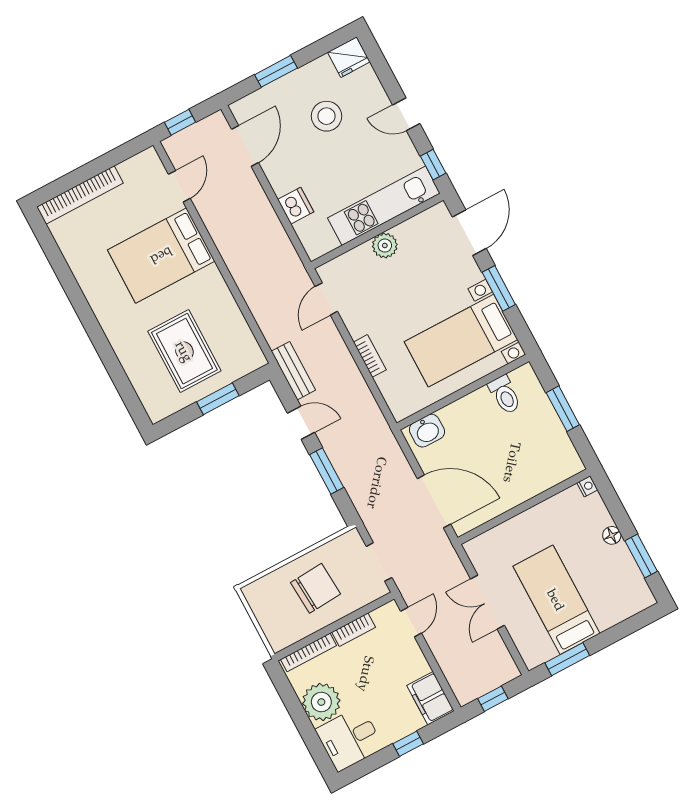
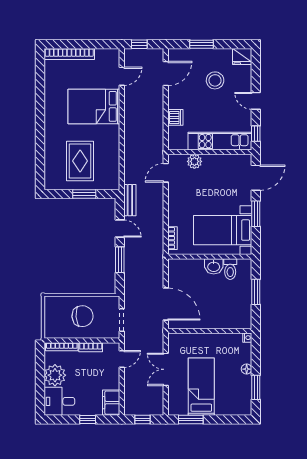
plant: (385, 246) -> (194, 161), moved
bookcase: (370, 356) -> (172, 238), moved
washbasin: (427, 431) -> (214, 266), moved

